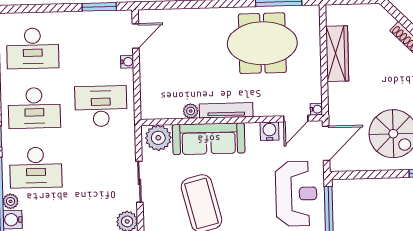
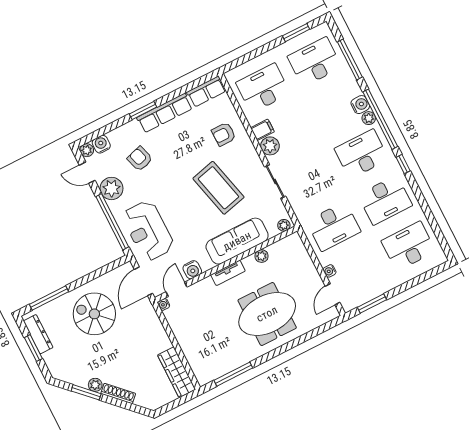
meeting table: (262, 43) -> (267, 314), moved
wardrobe: (337, 54) -> (177, 372), moved
desk: (34, 108) -> (385, 200), turned 180
tv unit: (226, 110) -> (228, 273), width x0.71
plant: (158, 138) -> (284, 225), width x0.53, depth x0.53

